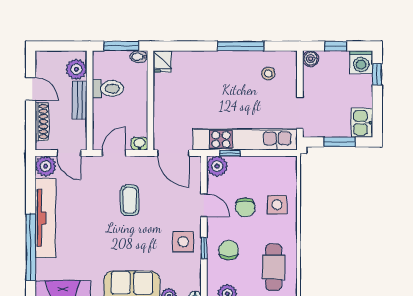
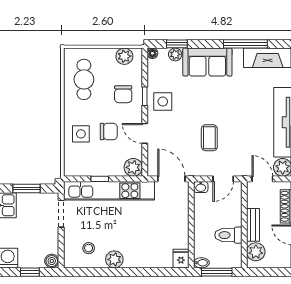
window: (241, 46) -> (113, 272), removed
plant: (239, 61) -> (114, 259), added
window: (230, 153) -> (100, 179), moved
chair: (245, 207) -> (109, 131), turned 90

